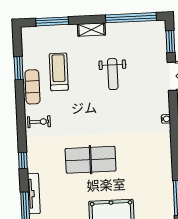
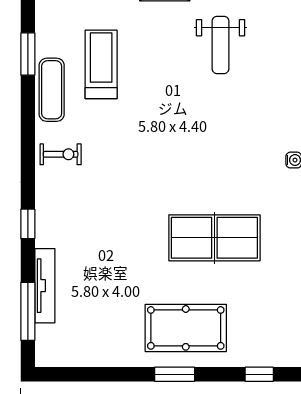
weight bench: (113, 74) -> (221, 45), moved
table tennis table: (91, 160) -> (214, 238), moved

